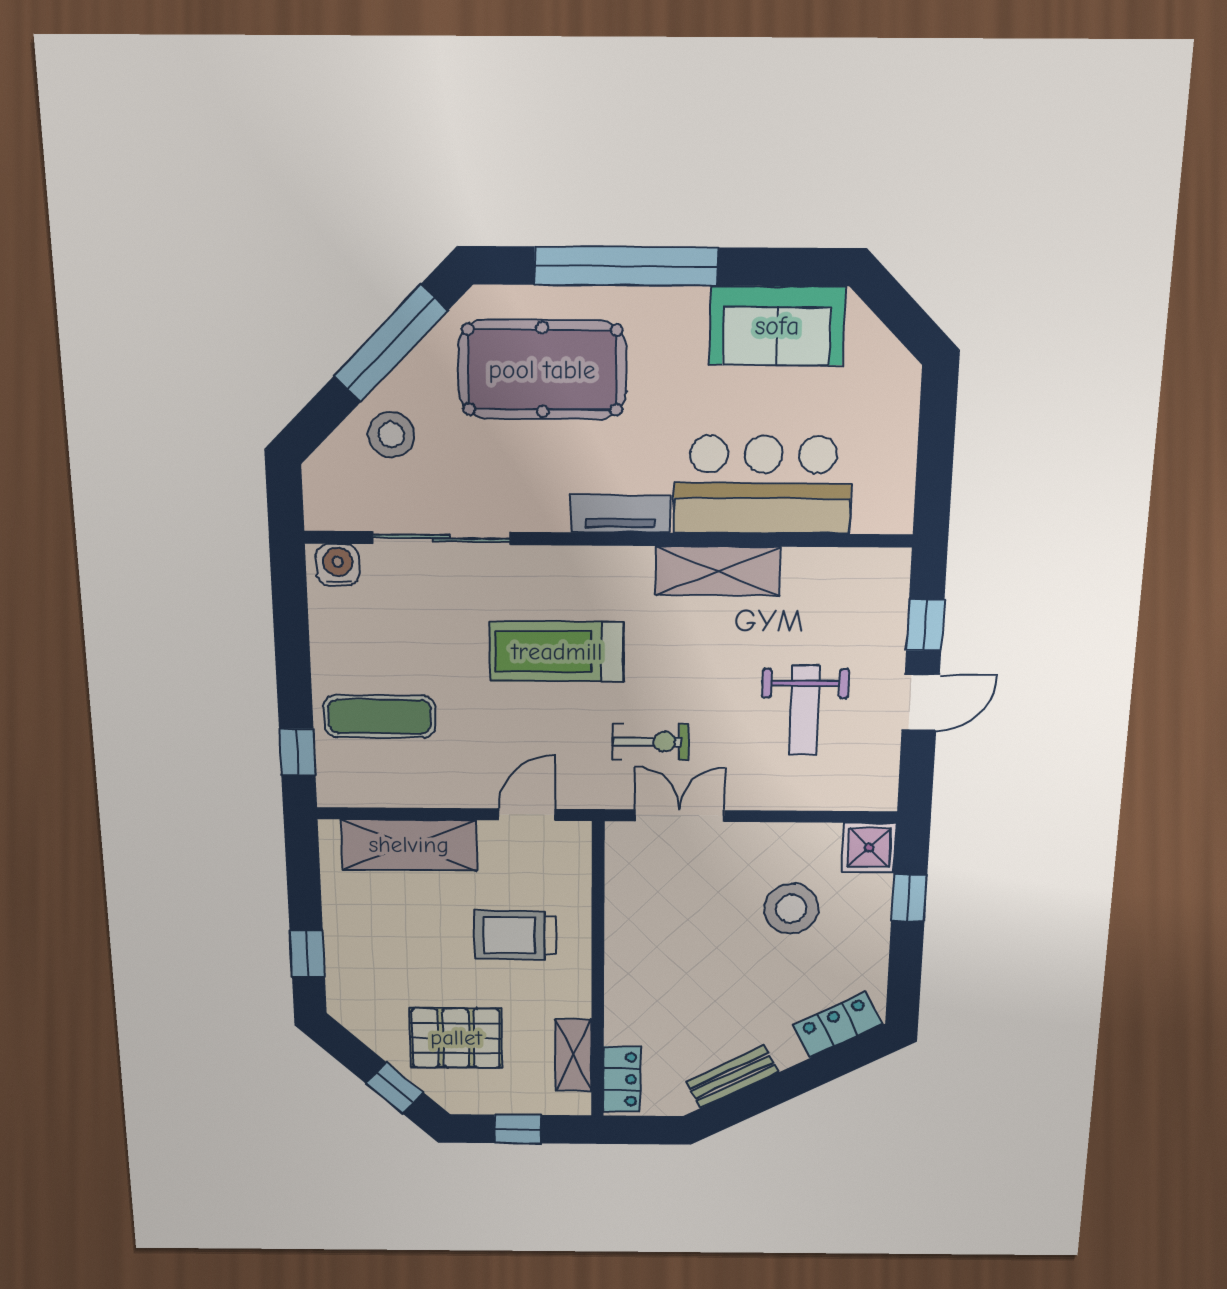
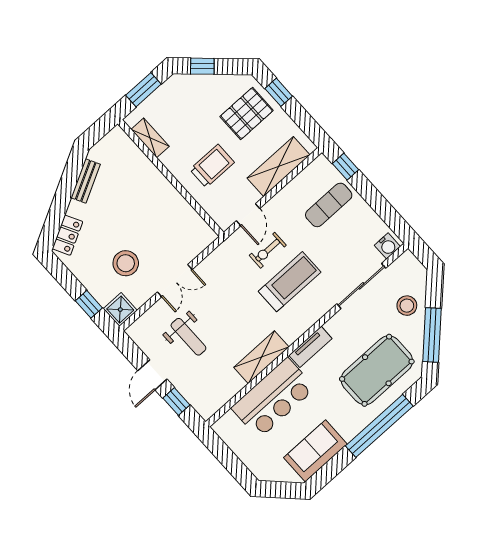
weight bench: (804, 711) -> (188, 337), turned 180
exercise bike: (651, 742) -> (268, 250), moved
double door: (679, 816) -> (175, 281), moved
pallet: (456, 1038) -> (247, 113), moved
locker: (622, 1079) -> (124, 144), removed
window: (518, 1129) -> (143, 90), width x1.50

